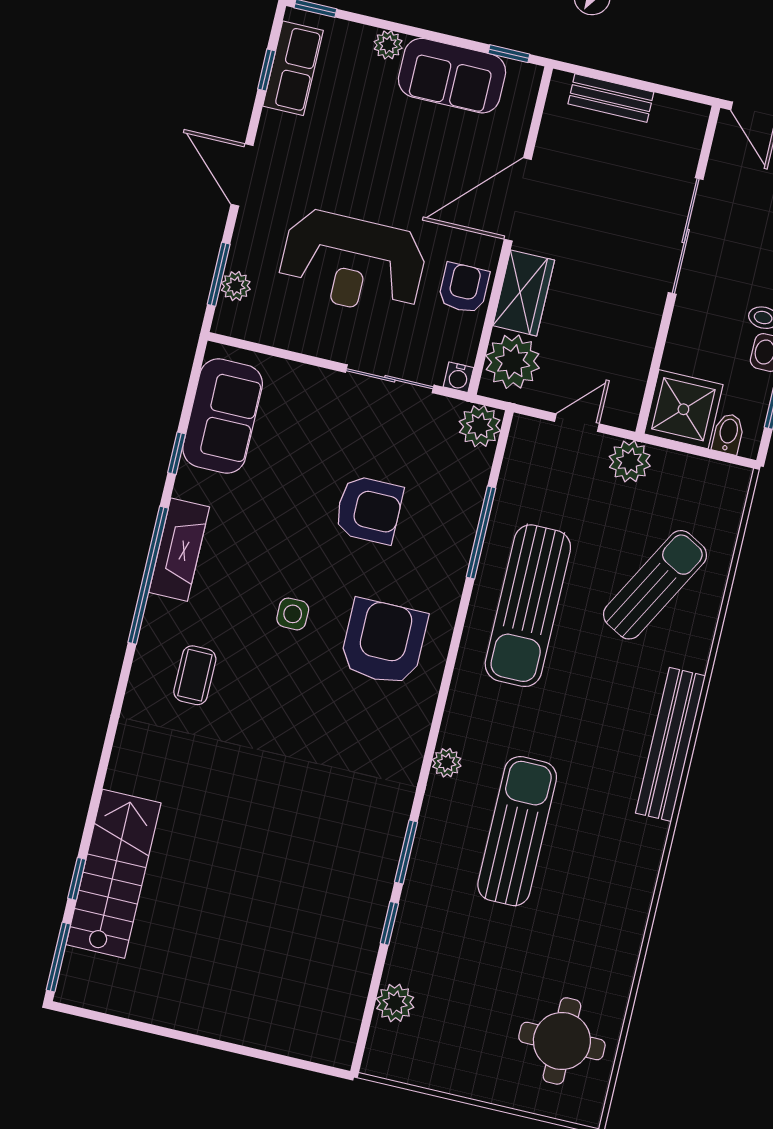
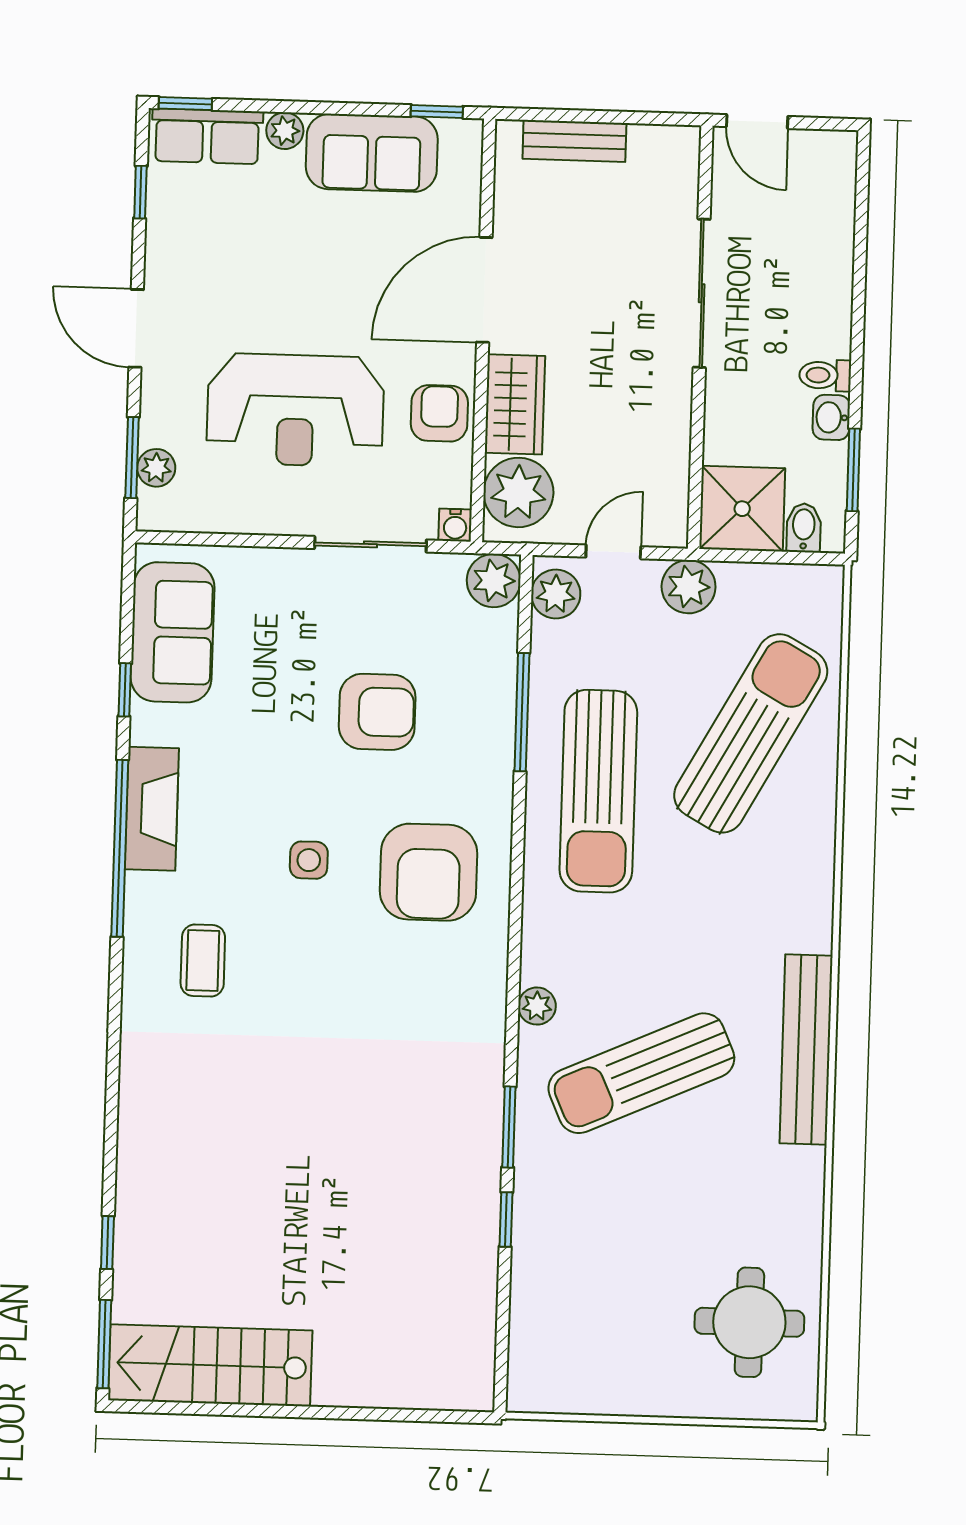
row of seats: (293, 68) -> (207, 136), moved, turned 90
sun lounger: (655, 585) -> (751, 733), width x1.36, depth x1.34
armchair: (384, 642) -> (429, 872), turned 180
bench: (671, 744) -> (806, 1050), moved
sun lounger: (517, 831) -> (641, 1073), turned -114
stairs: (113, 874) -> (210, 1365), moved, turned -90
plant: (395, 1003) -> (556, 594), moved

